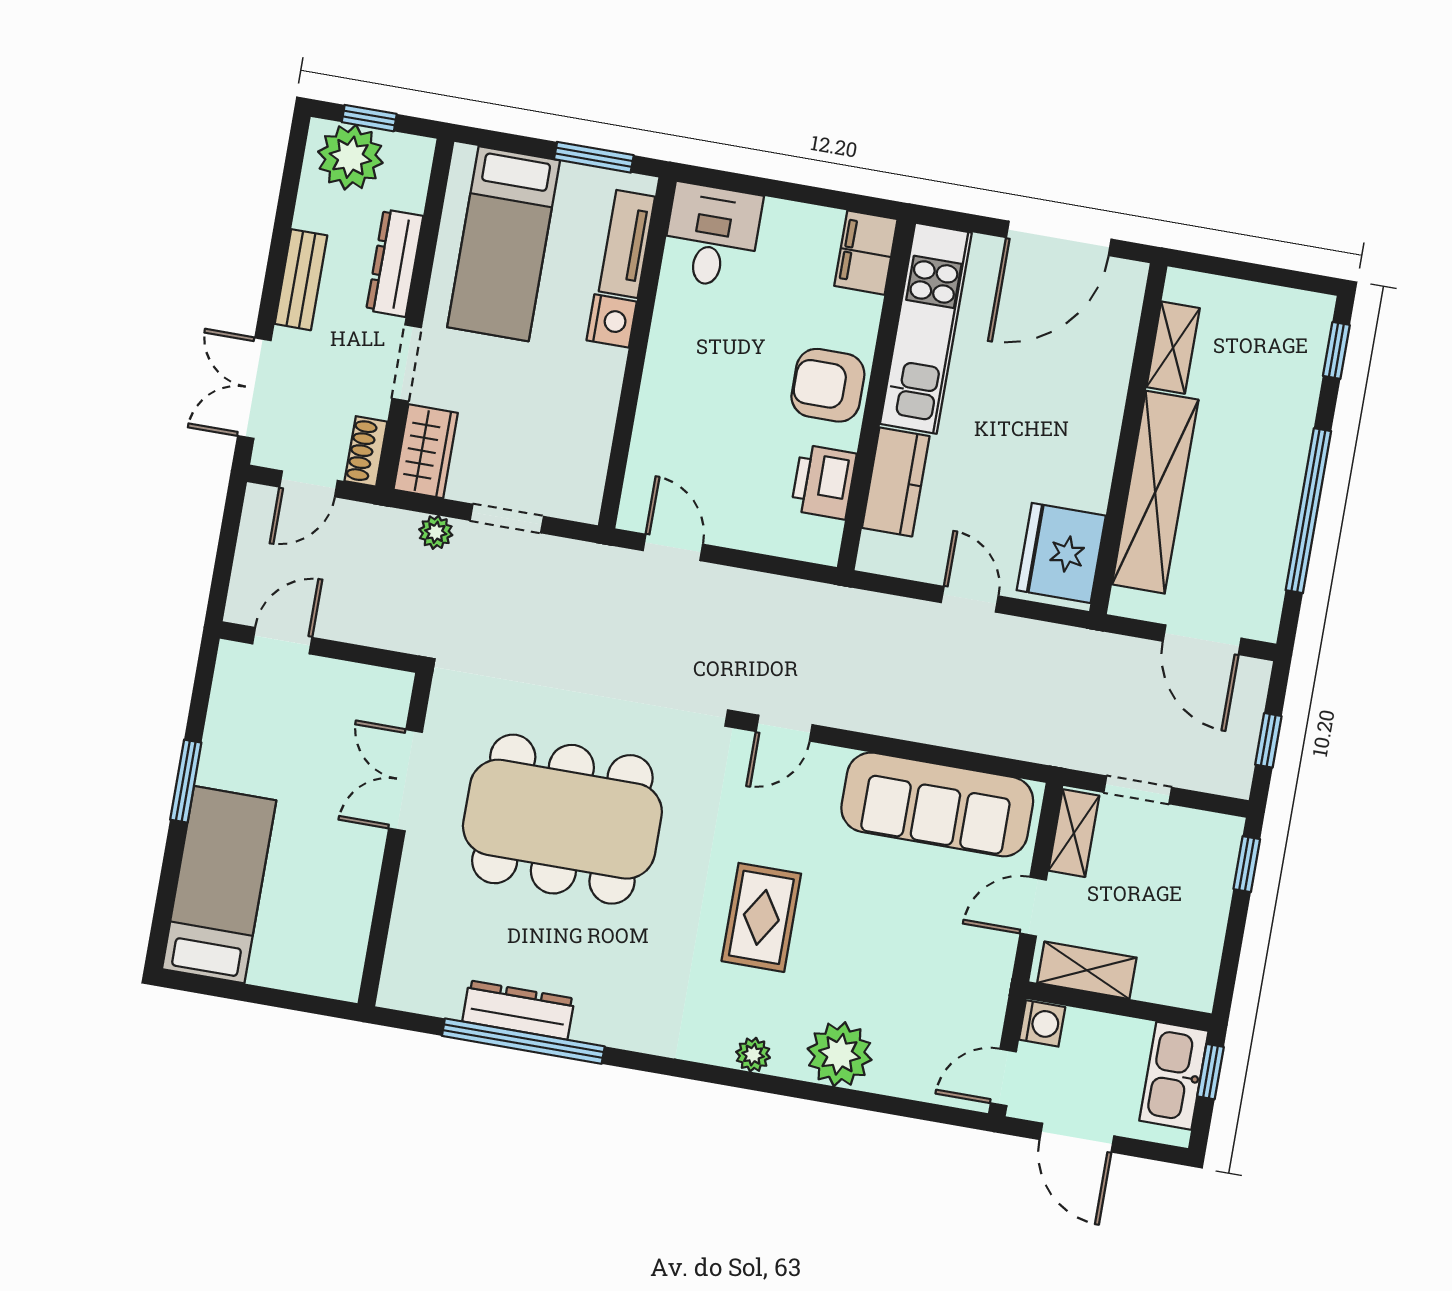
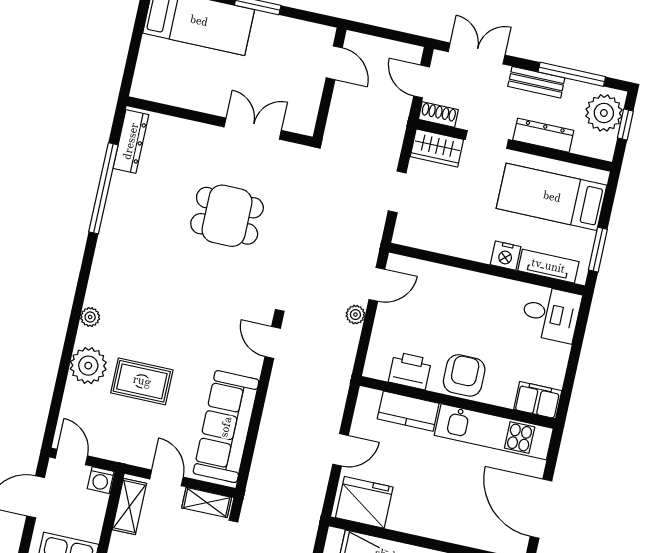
window: (284, 217) -> (572, 74), added
plant: (436, 532) -> (355, 315), moved
dining table: (562, 819) -> (227, 216), width x0.53, depth x0.80
rug: (761, 917) -> (142, 381), moved
dresser: (518, 1010) -> (131, 141), moved

